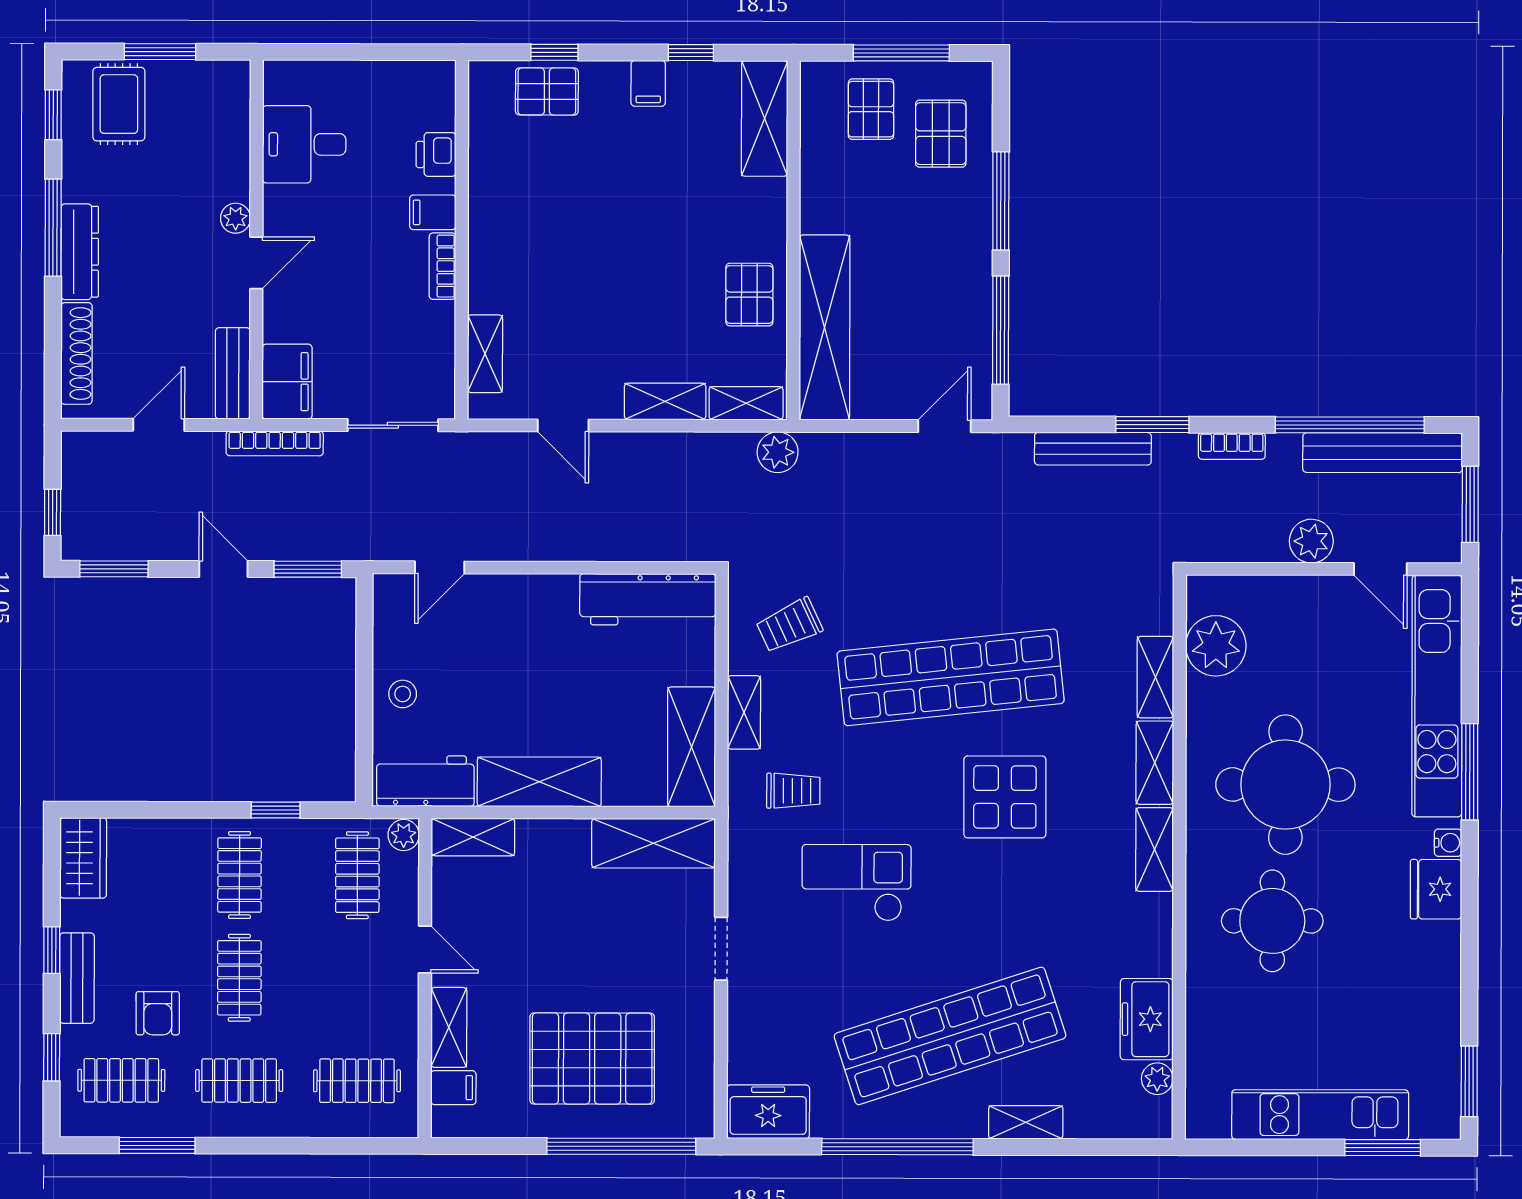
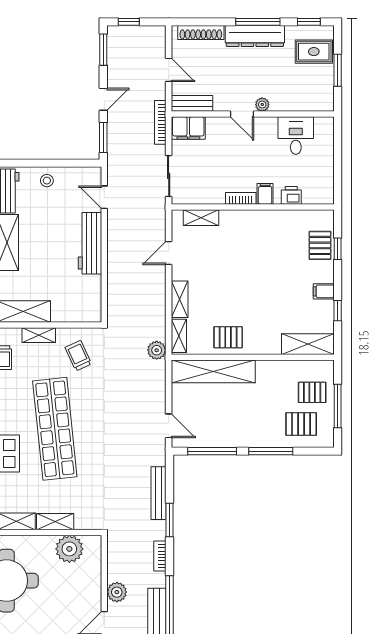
dresser: (80, 252) -> (255, 36), width x1.37, depth x1.24
workbench: (648, 599) -> (90, 243), moved

